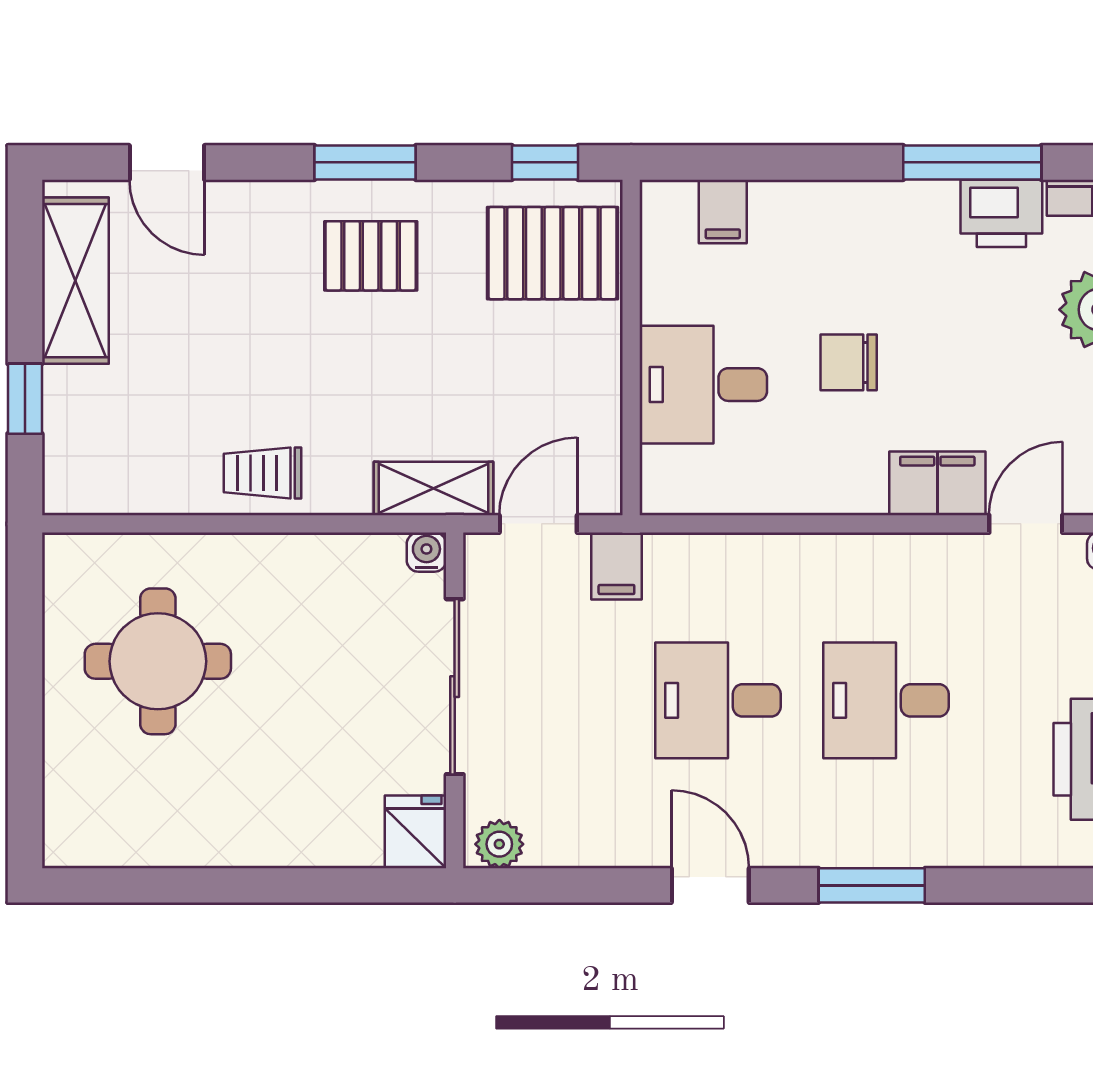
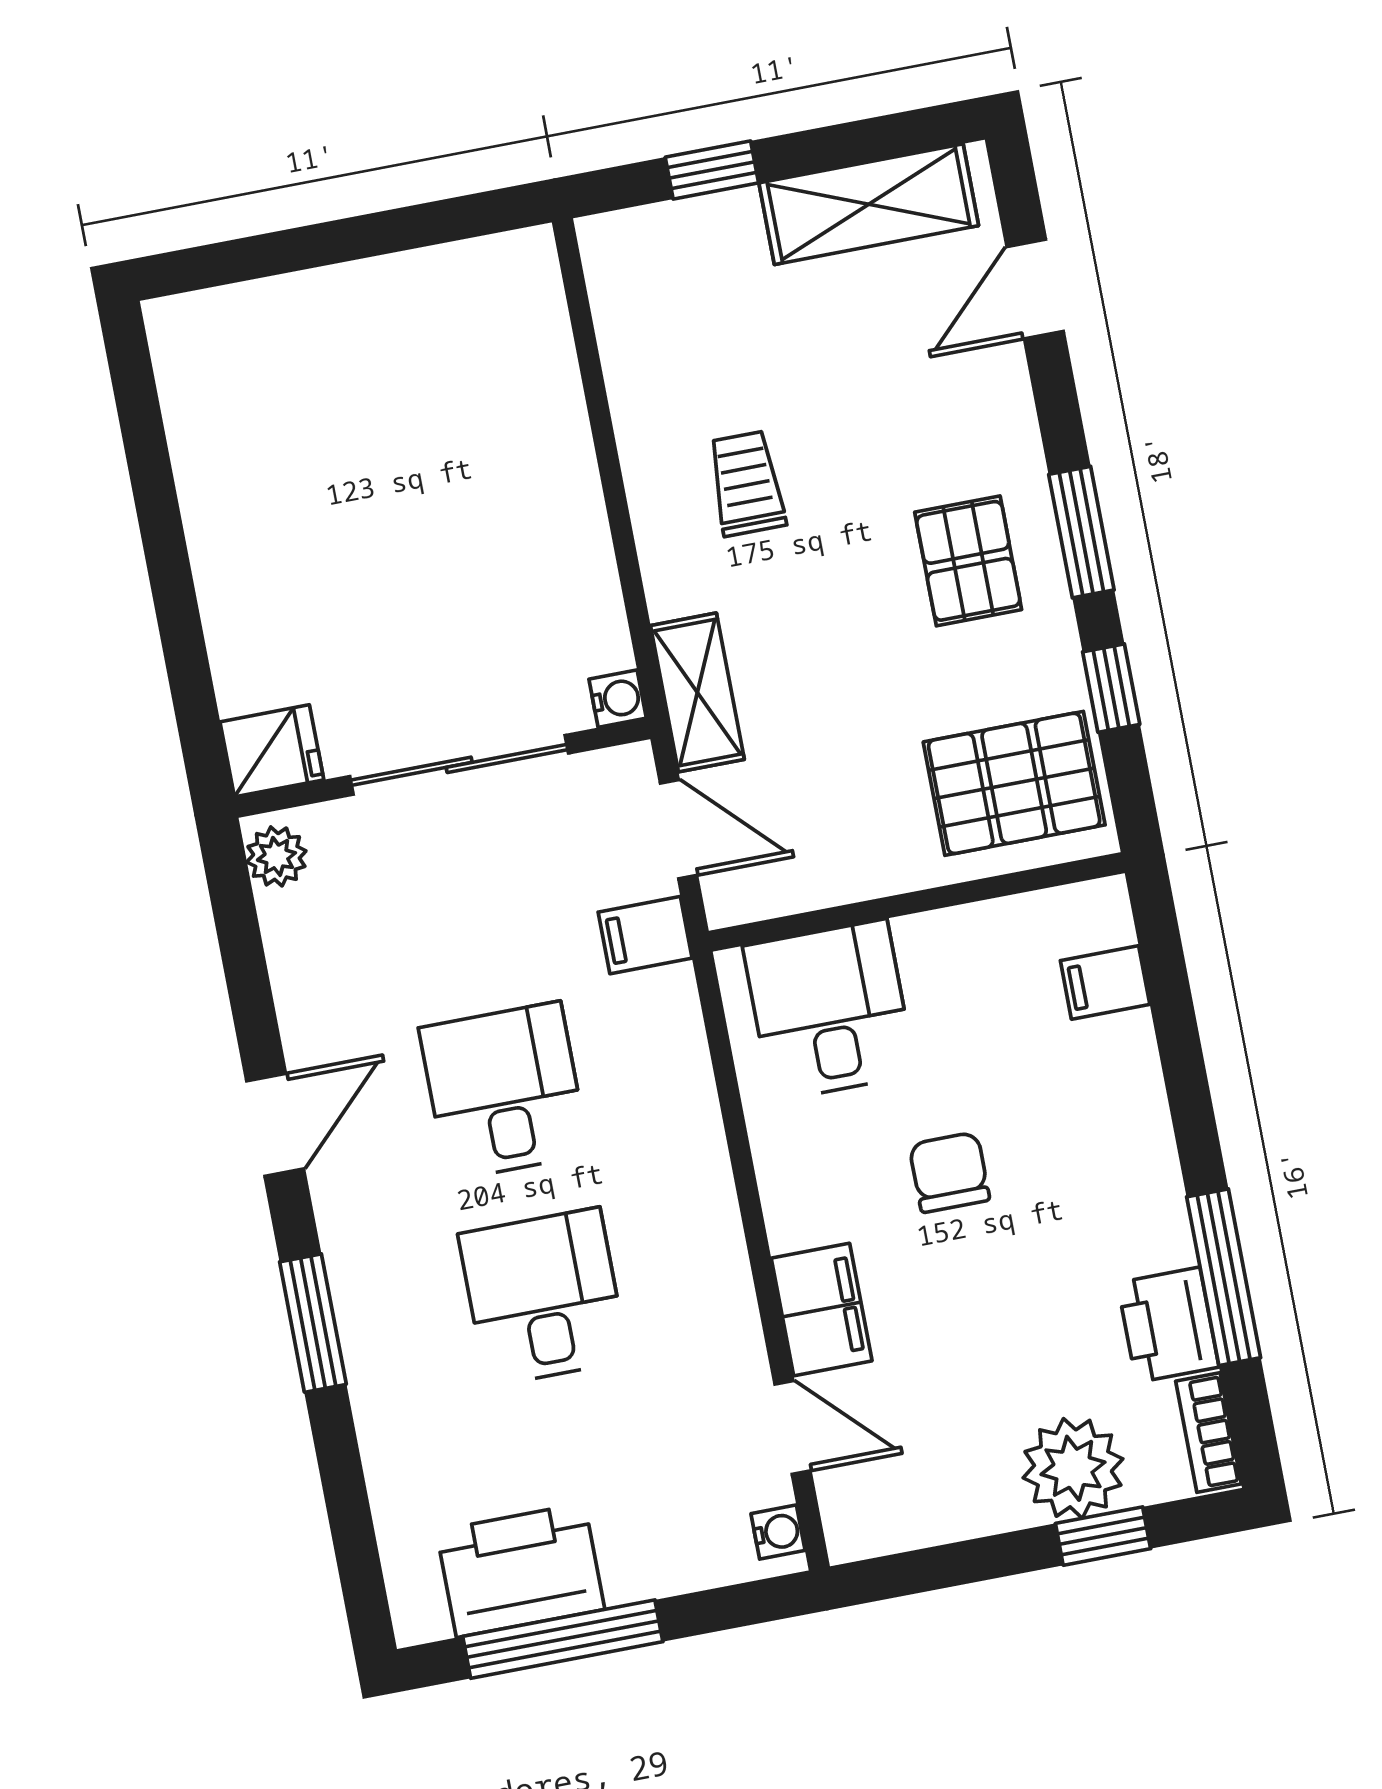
window: (545, 162) -> (1111, 688), moved
pallet: (553, 253) -> (1014, 783), turned 90
desk: (703, 385) -> (829, 1010), moved
trolley: (262, 473) -> (746, 483), moved
round table: (158, 661) -> (421, 395), removed

